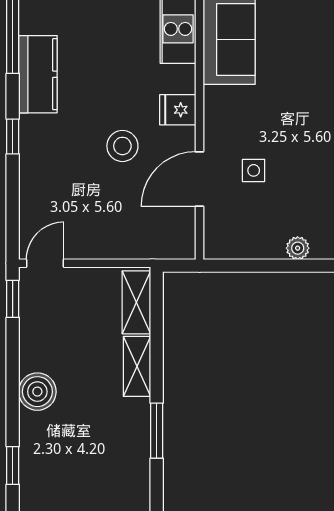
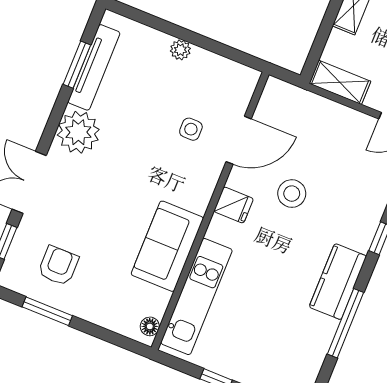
shelving: (136, 302) -> (340, 82), moved, turned 90

